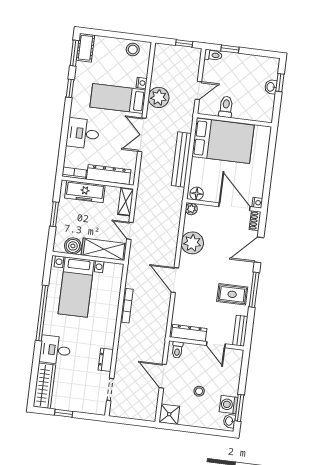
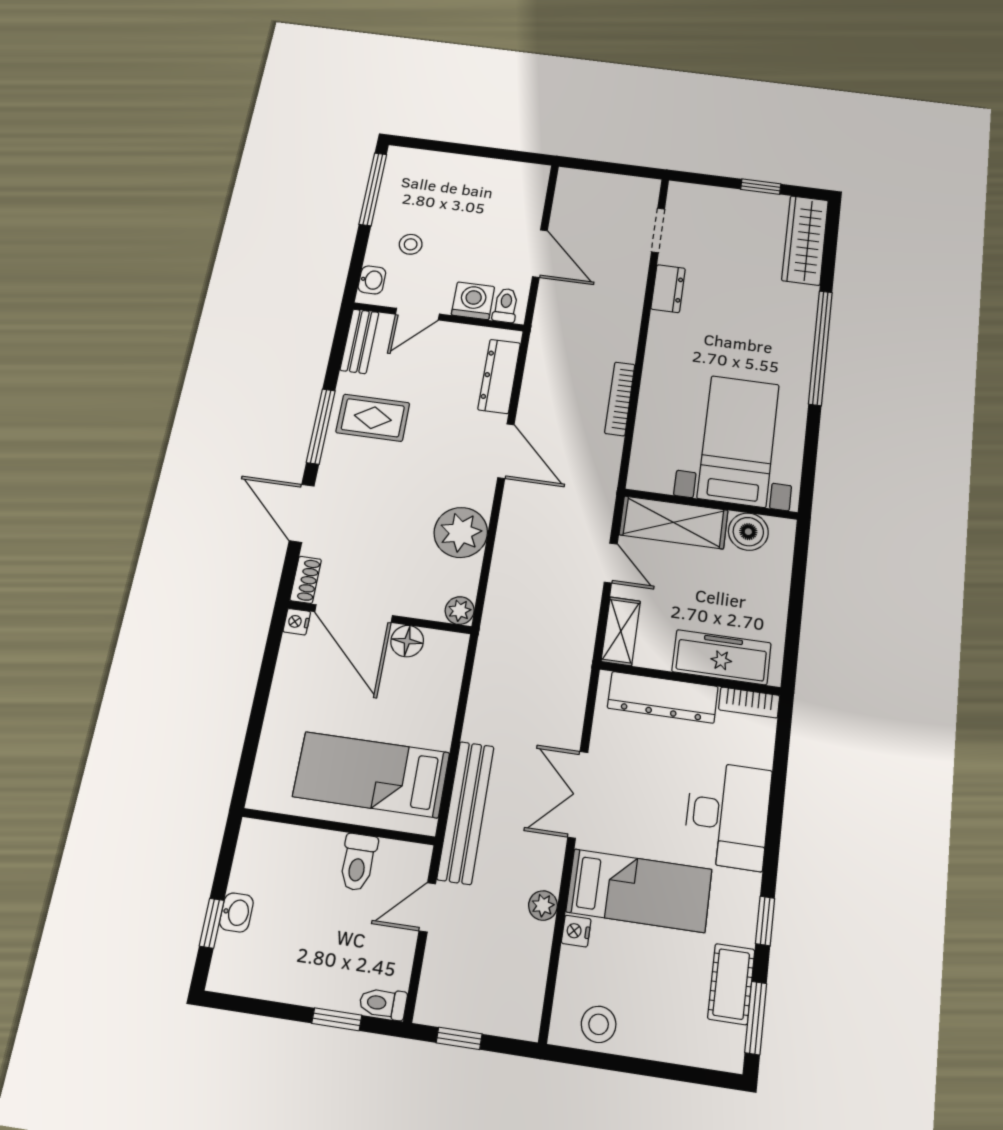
cot: (85, 48) -> (731, 984), moved
plant: (159, 97) -> (543, 905), width x0.53, depth x0.53
desk: (83, 133) -> (728, 815), width x1.37
double door: (142, 135) -> (578, 794), swing flipped
bed: (223, 141) -> (371, 775), width x0.67
bench: (181, 159) -> (466, 812), moved
floor lamp: (197, 194) -> (407, 641), moved
window: (54, 214) -> (796, 606), removed
door: (259, 250) -> (302, 513), swing flipped
window: (42, 313) -> (820, 348), moved
dresser: (189, 333) -> (499, 376), moved, turned 90
door: (216, 345) -> (417, 314), swing flipped
desk: (55, 350) -> (784, 311), removed
stool: (199, 391) -> (411, 244), moved
washing machine: (229, 405) -> (473, 301), moved, turned -90
window: (239, 408) -> (373, 189), width x1.44
shower: (169, 414) -> (528, 180), removed
washbasin: (229, 421) -> (372, 280), moved

